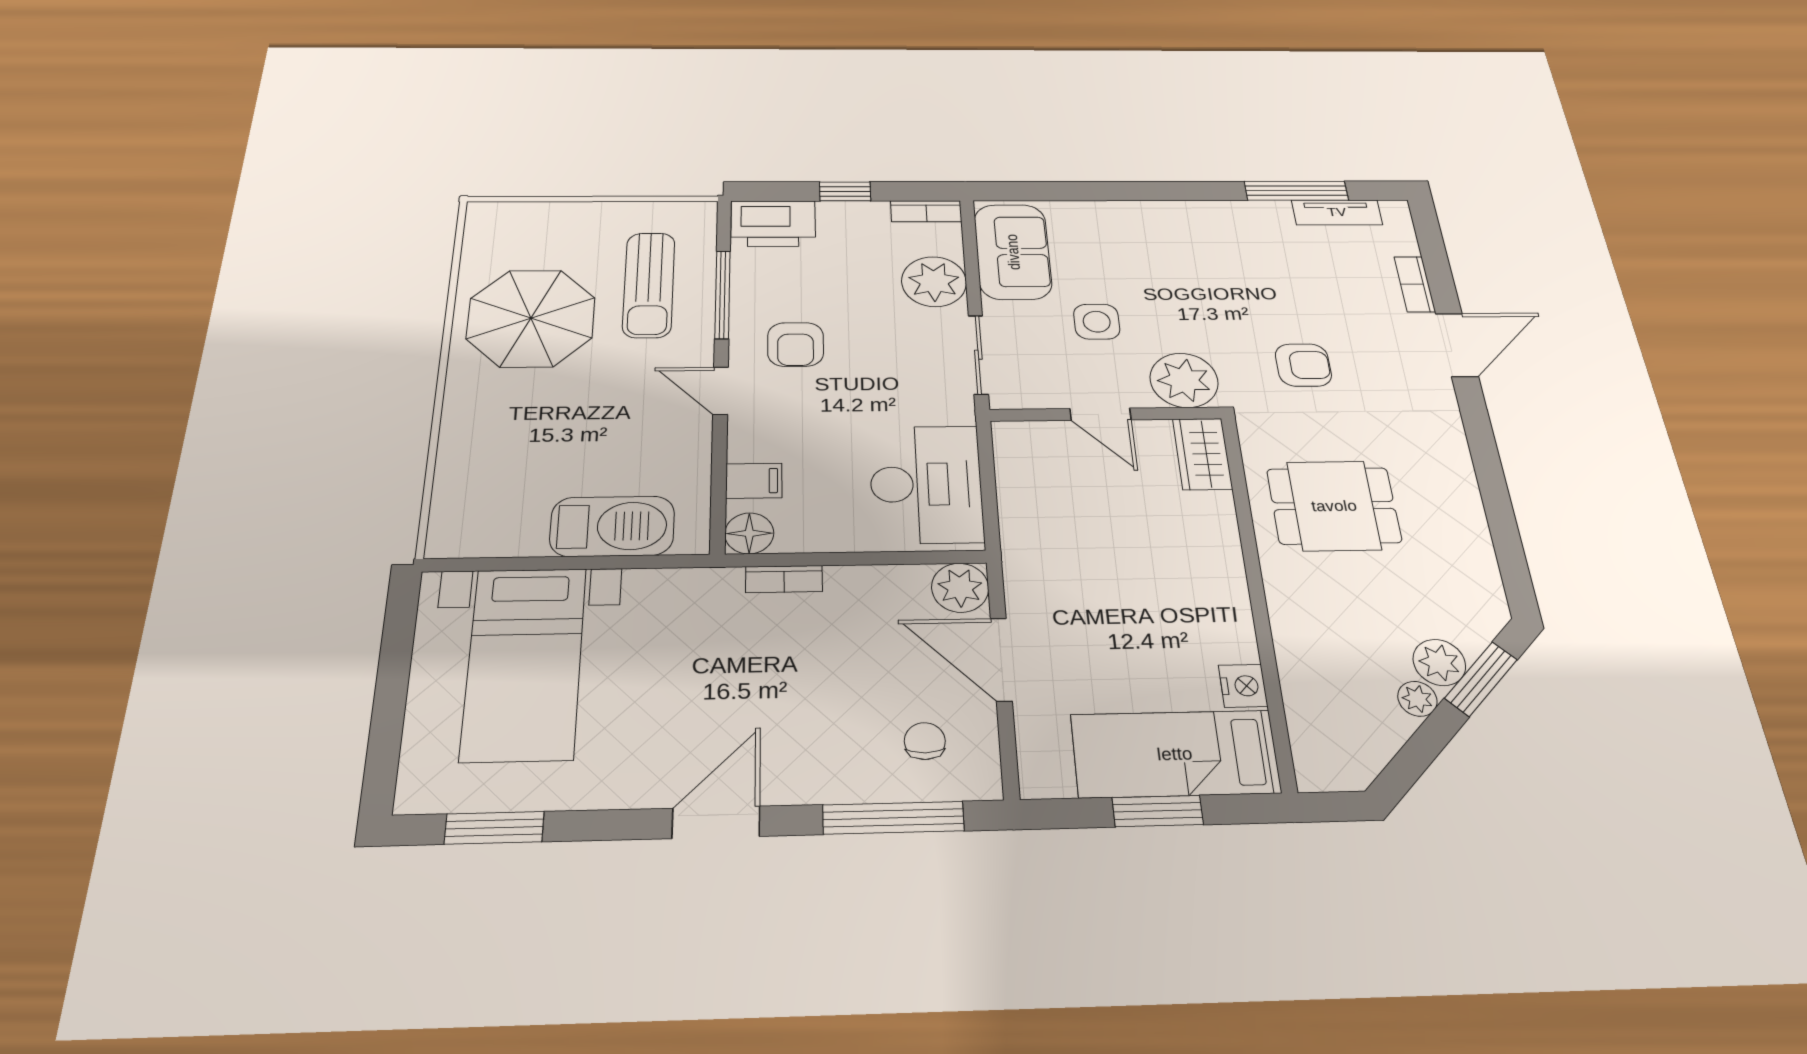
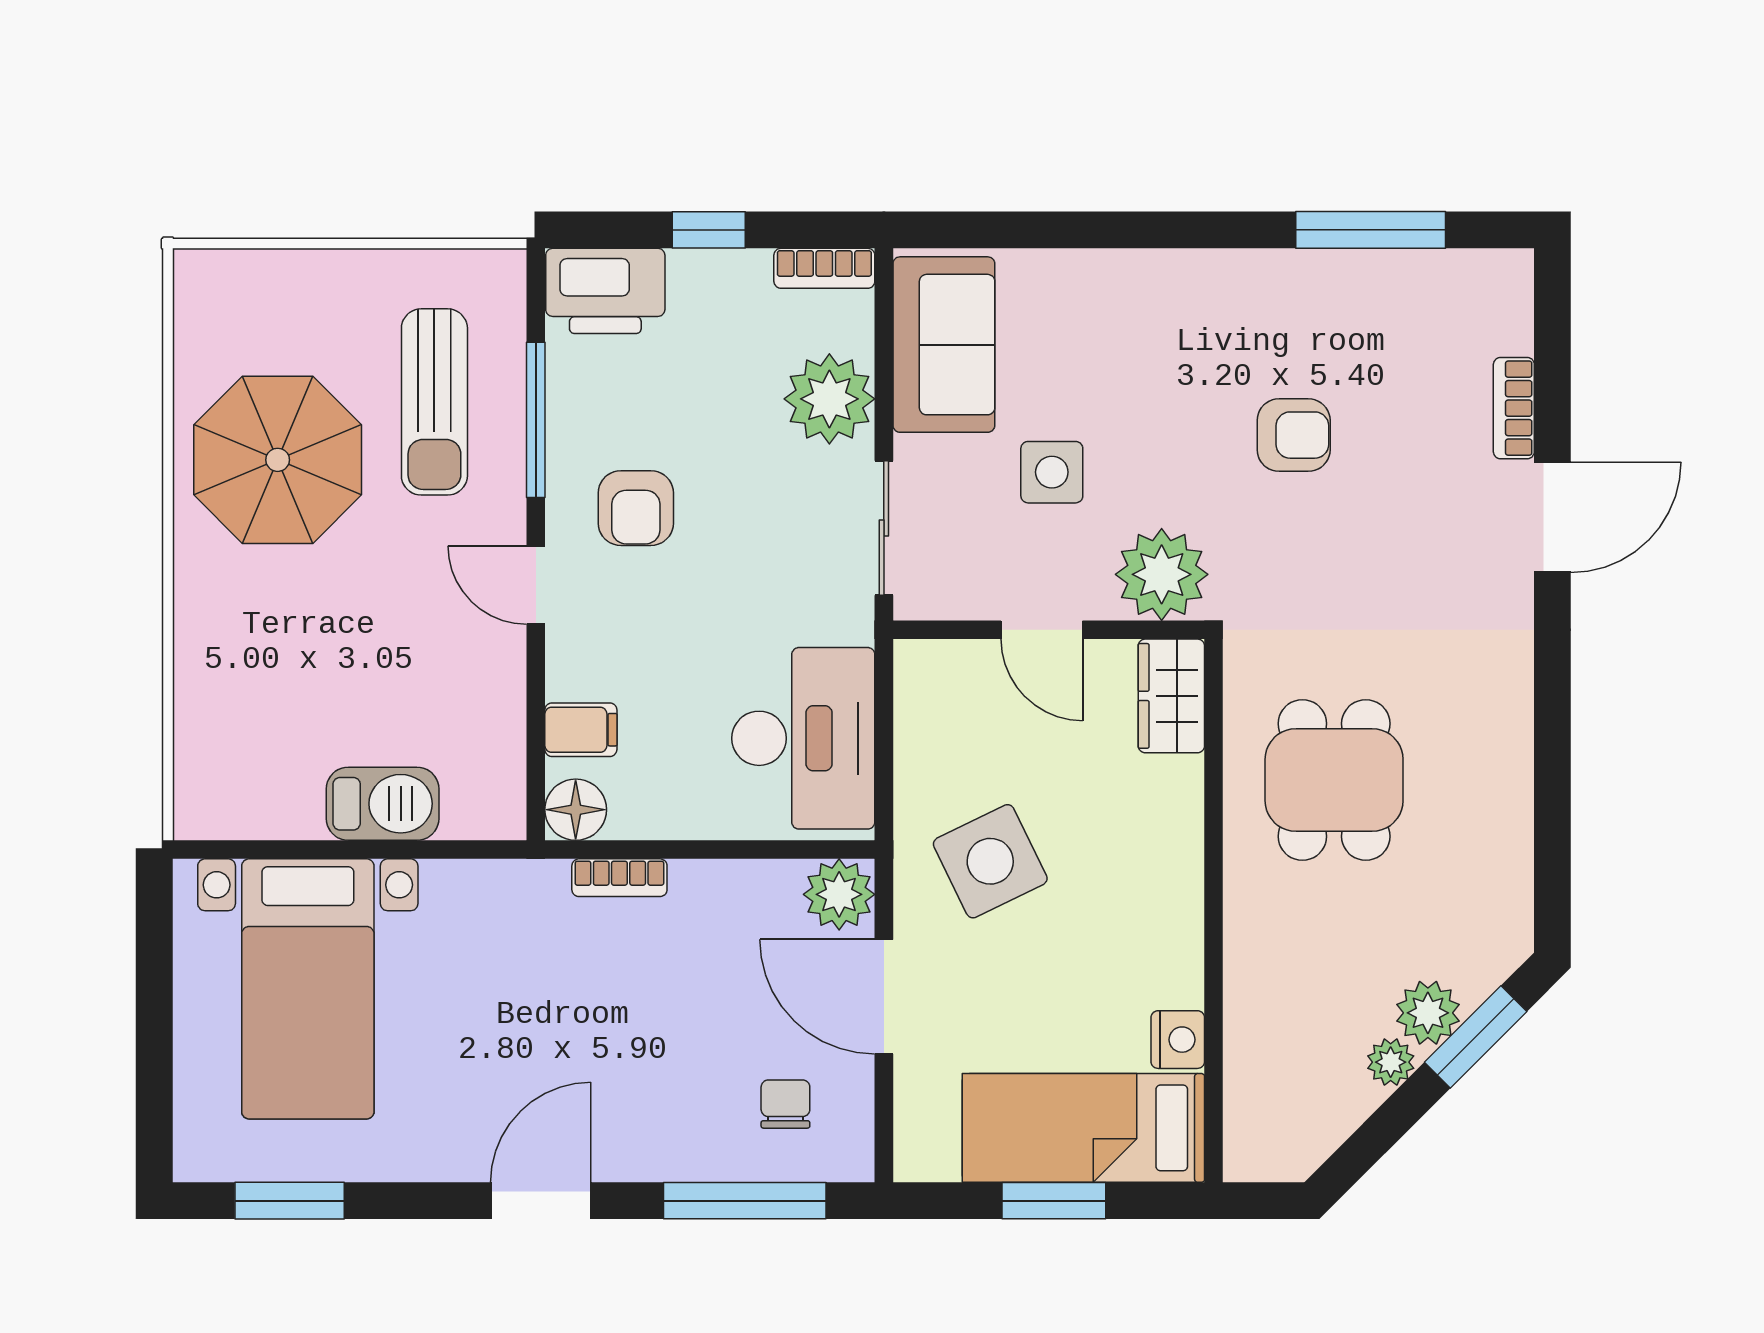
tv unit: (1337, 212) -> (1424, 272), removed
armchair: (1303, 365) -> (1294, 435), moved
dining table: (1334, 506) -> (1334, 780), turned 90
barbecue: (612, 526) -> (383, 804), width x0.73, depth x0.83
side table: (1078, 563) -> (990, 861), added

